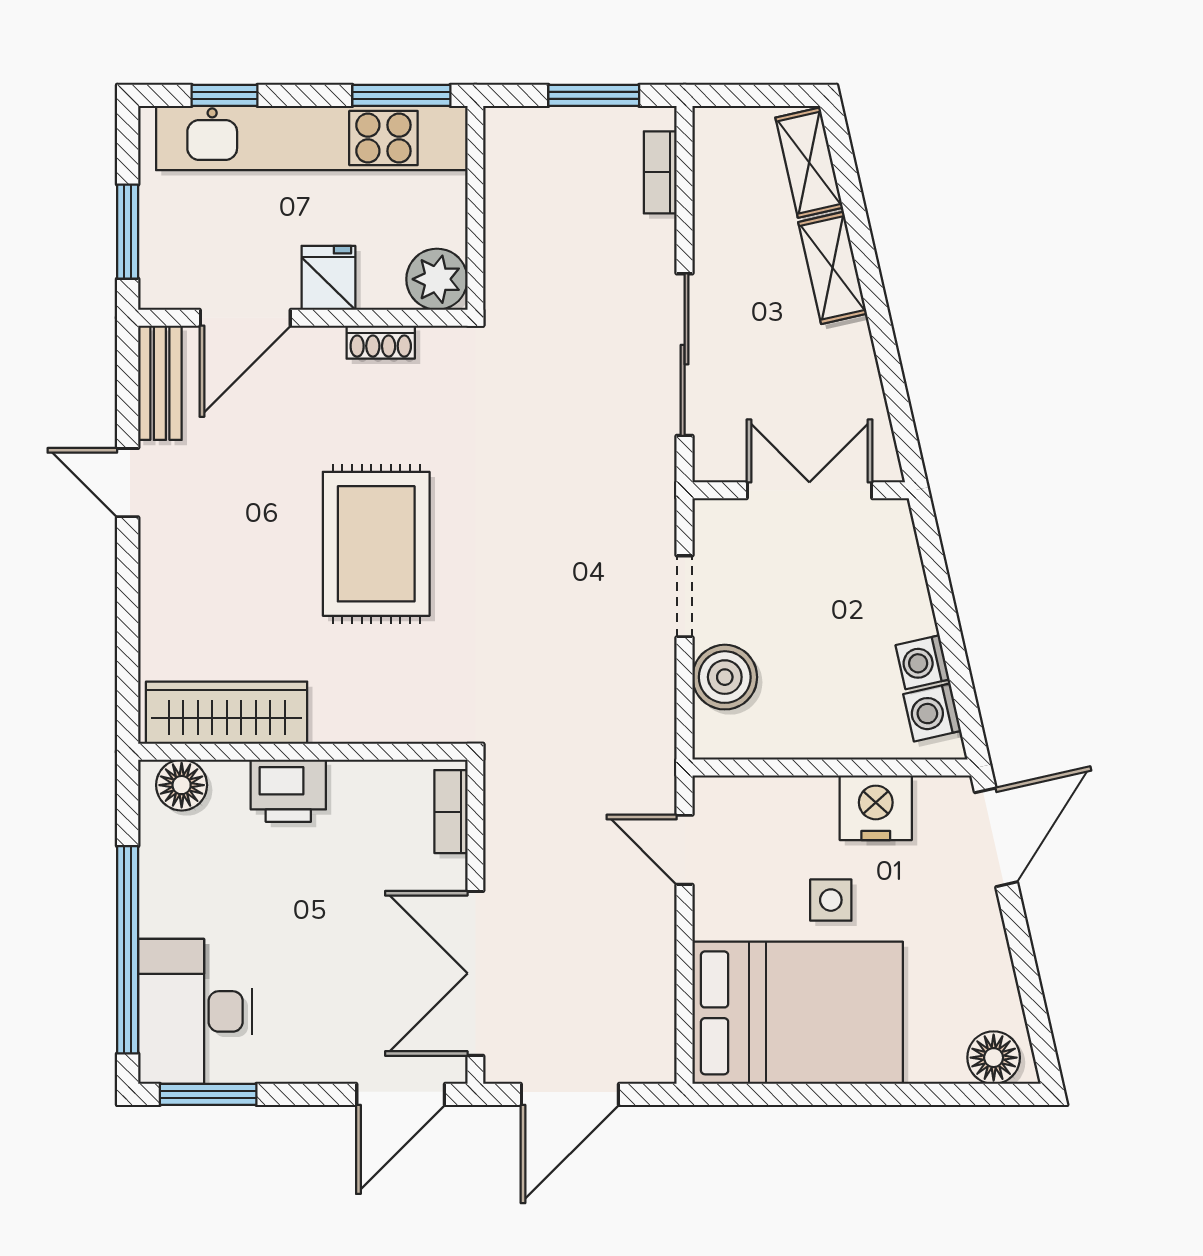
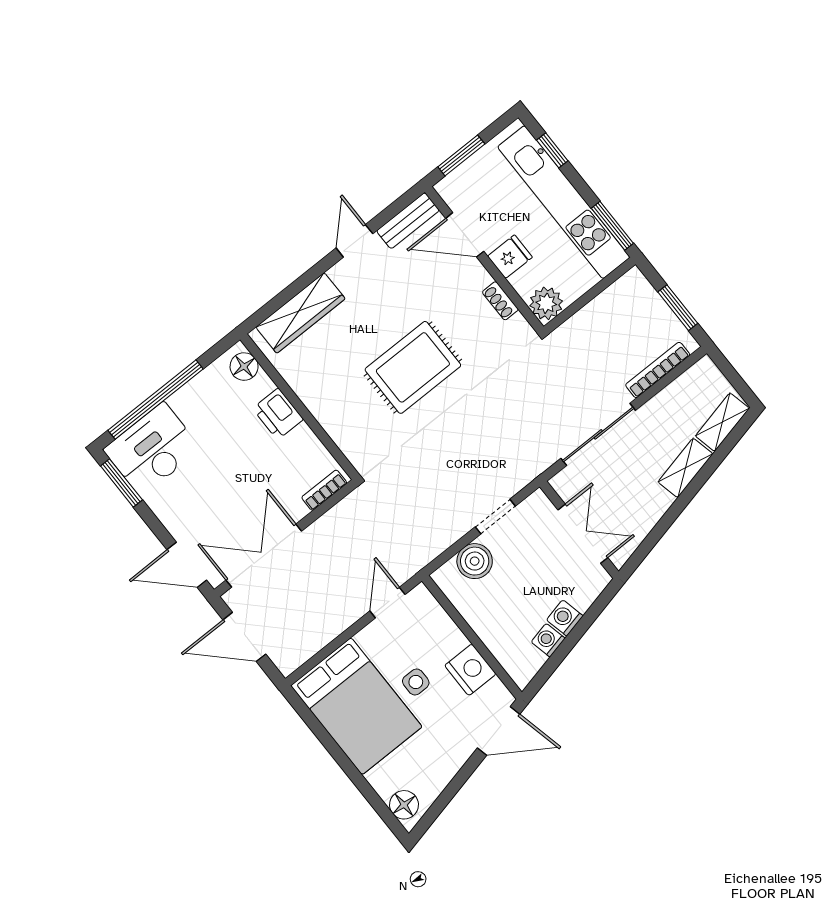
bookcase: (660, 172) -> (658, 370), width x1.56
washing machine: (932, 712) -> (565, 618), moved
wardrobe: (227, 713) -> (300, 313), moved, turned 90

